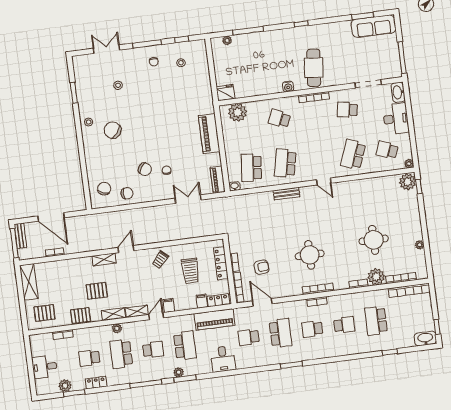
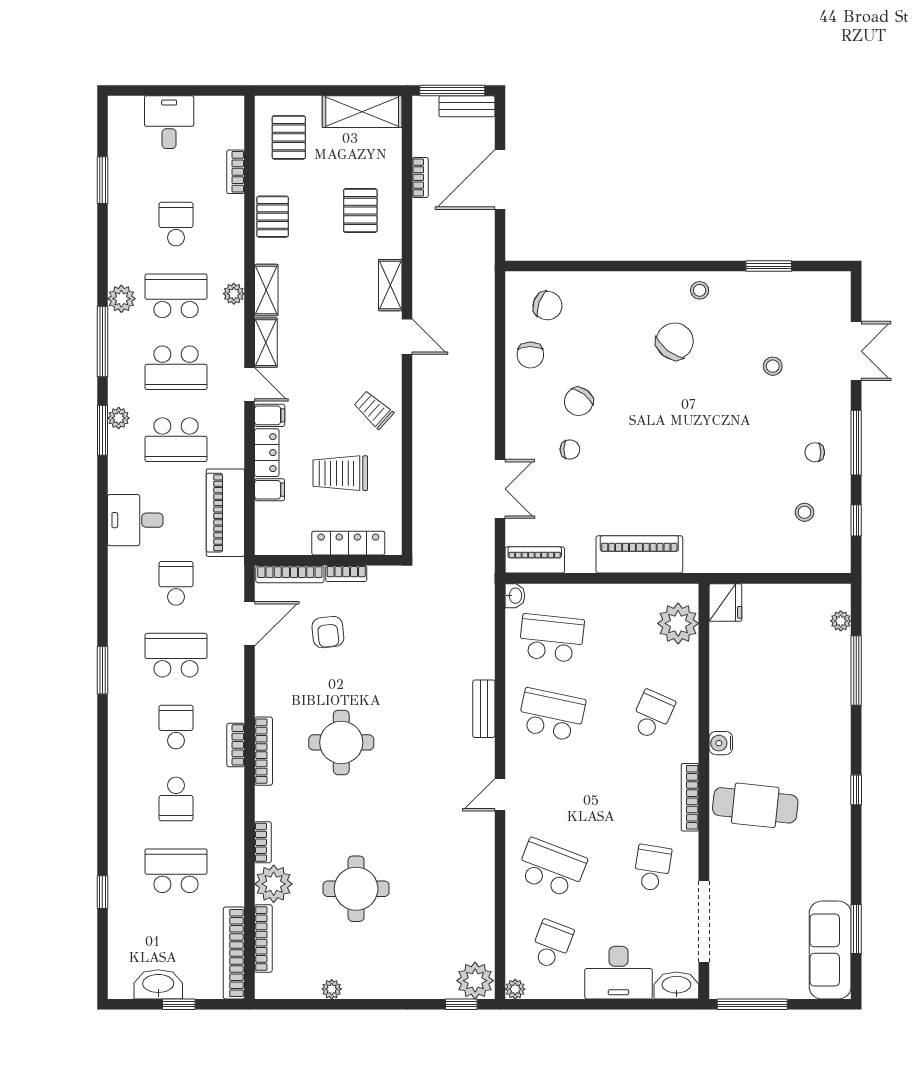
doorway: (368, 84) -> (704, 922), width x1.36
pallet: (97, 291) -> (360, 211), moved
locker: (218, 300) -> (267, 453), moved
window: (437, 327) -> (179, 1004), moved
school desk: (280, 333) -> (176, 655), turned 180
washbasin: (425, 338) -> (158, 984), moved, turned -90
school desk: (153, 350) -> (176, 368), width x1.85
locker: (96, 383) -> (119, 232), removed
plant: (65, 386) -> (121, 299), moved

